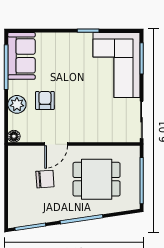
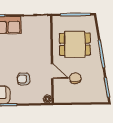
plant: (17, 104) -> (26, 97), removed
dining table: (97, 179) -> (75, 44), turned 90

